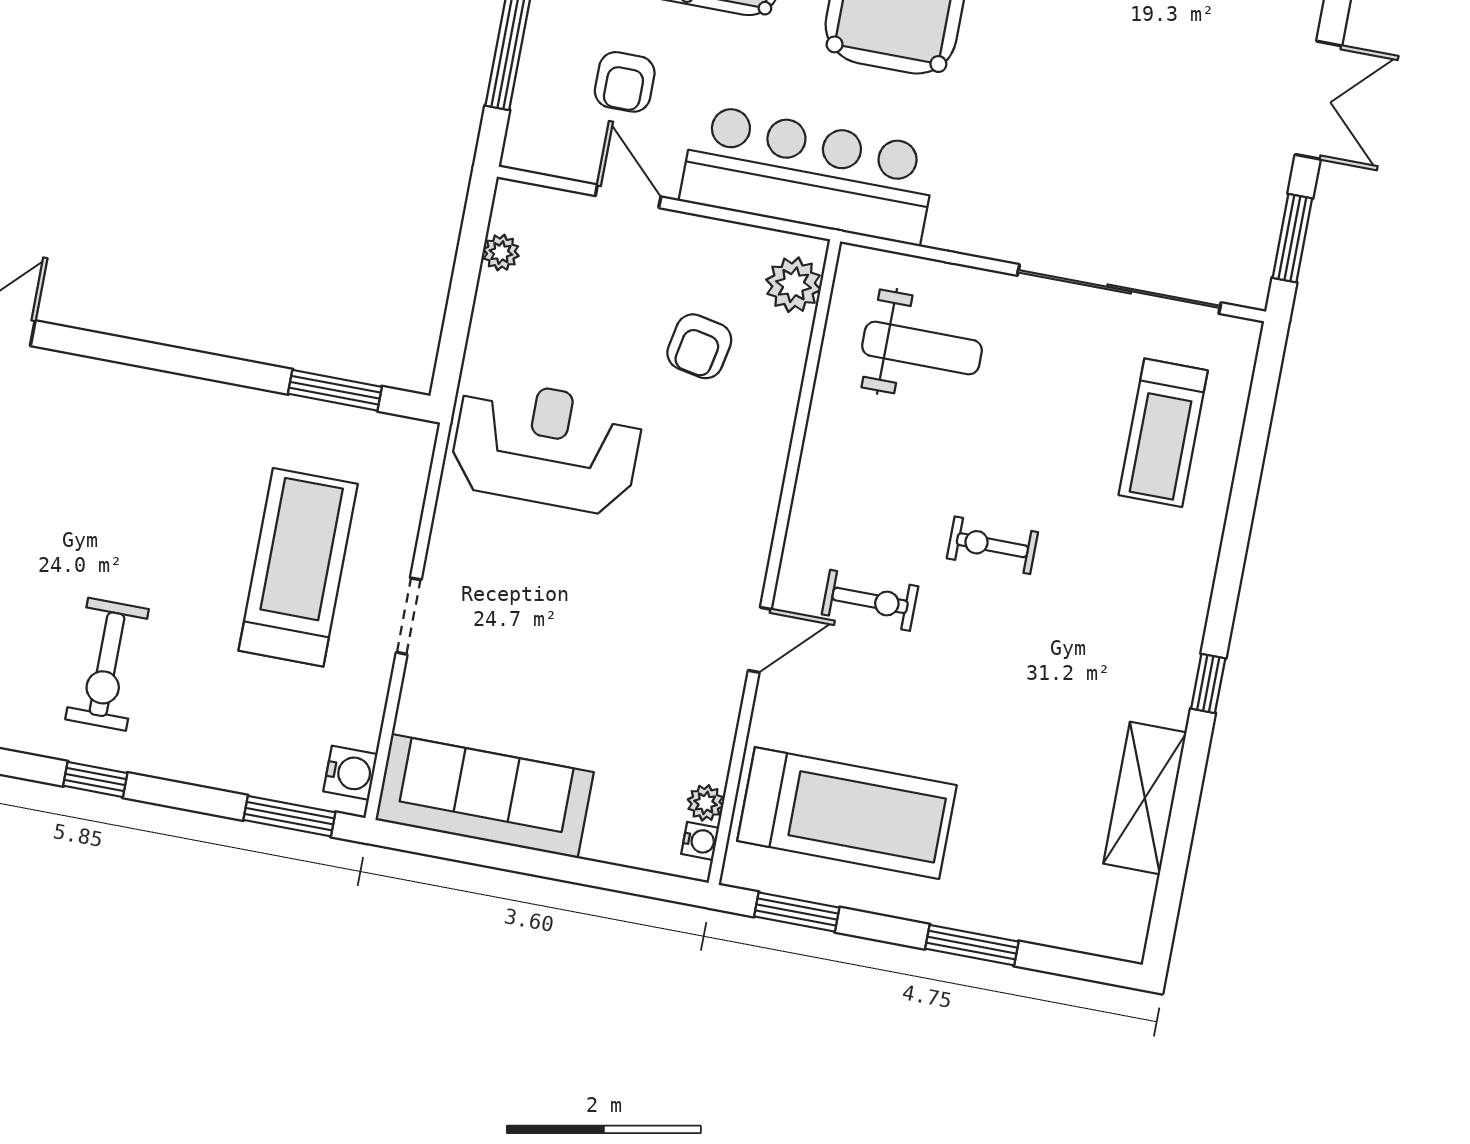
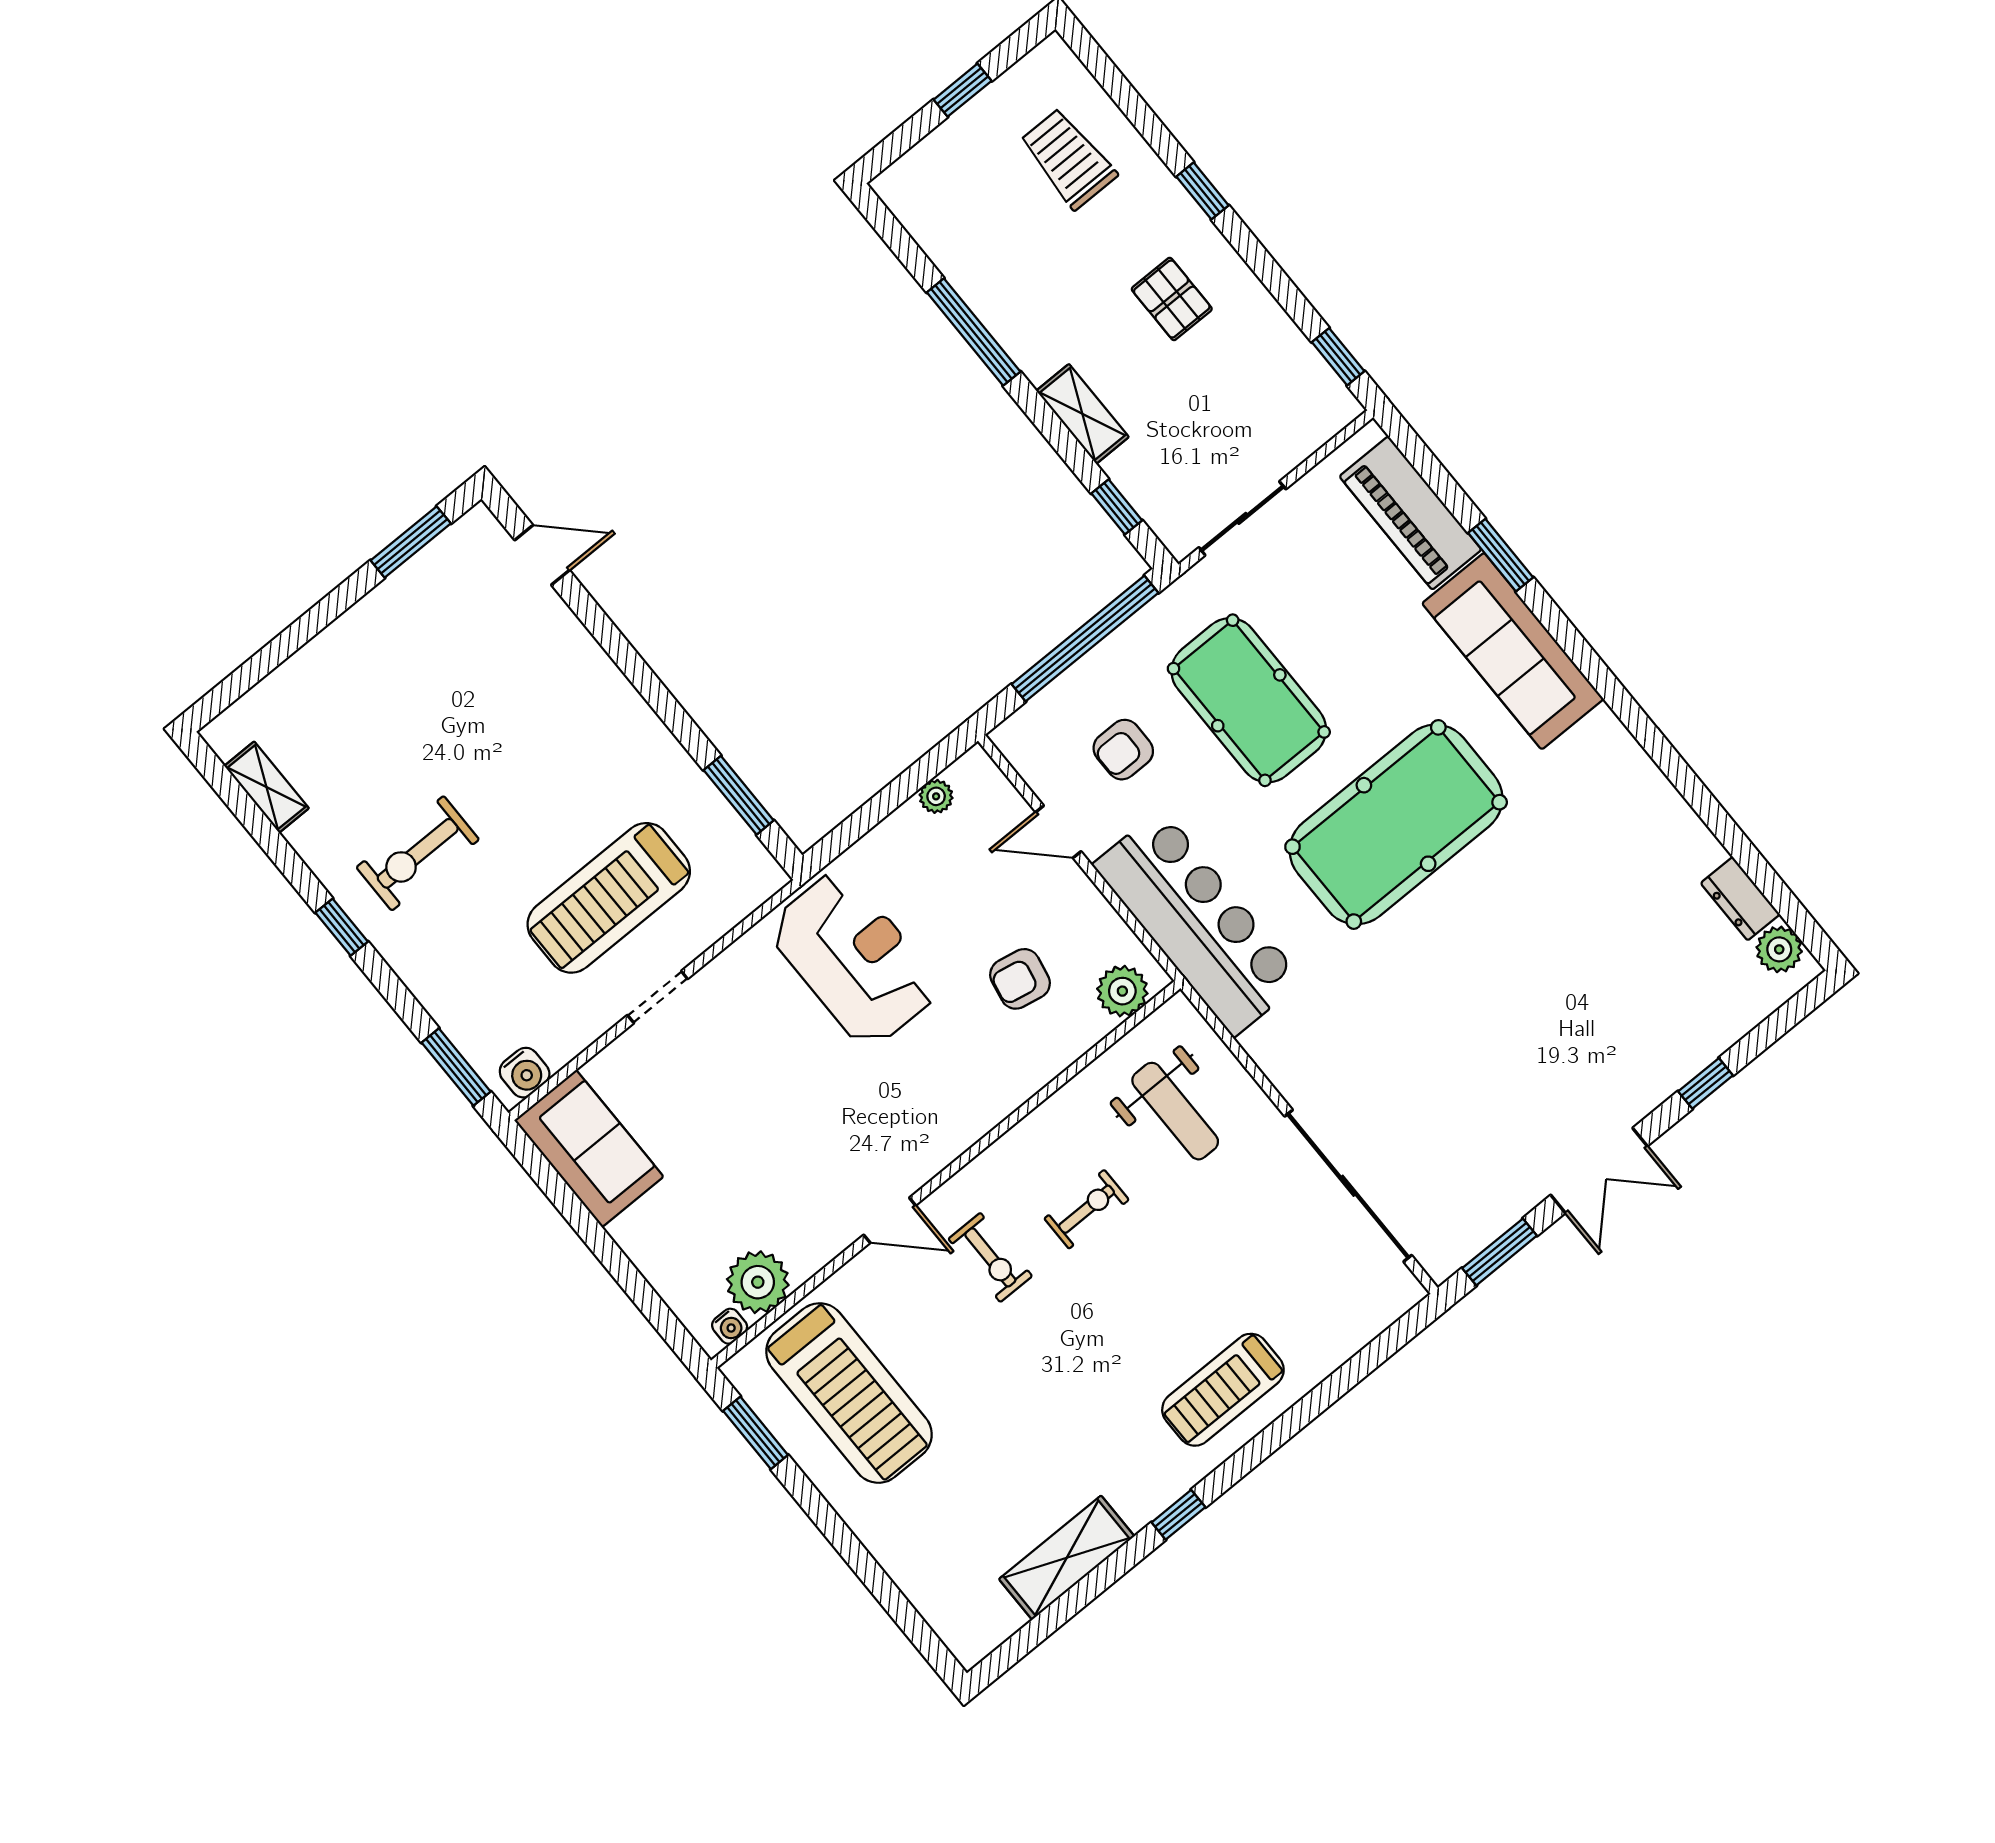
door: (628, 196) -> (1058, 832), swing flipped
treadmill: (1163, 433) -> (1223, 1390), moved
exercise bike: (992, 545) -> (1087, 1209), moved, turned 90
treadmill: (298, 567) -> (609, 898), turned 180
sofa: (484, 796) -> (589, 1148), width x0.73
plant: (705, 803) -> (758, 1282), width x1.88, depth x1.88
window: (972, 945) -> (859, 1559), removed

